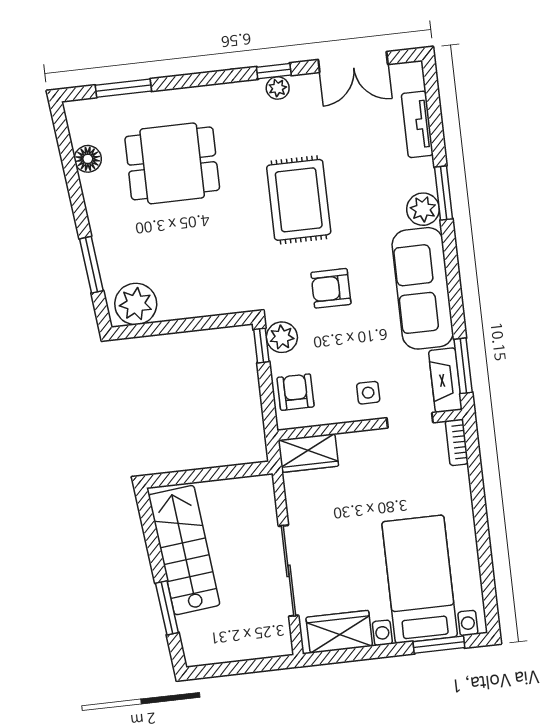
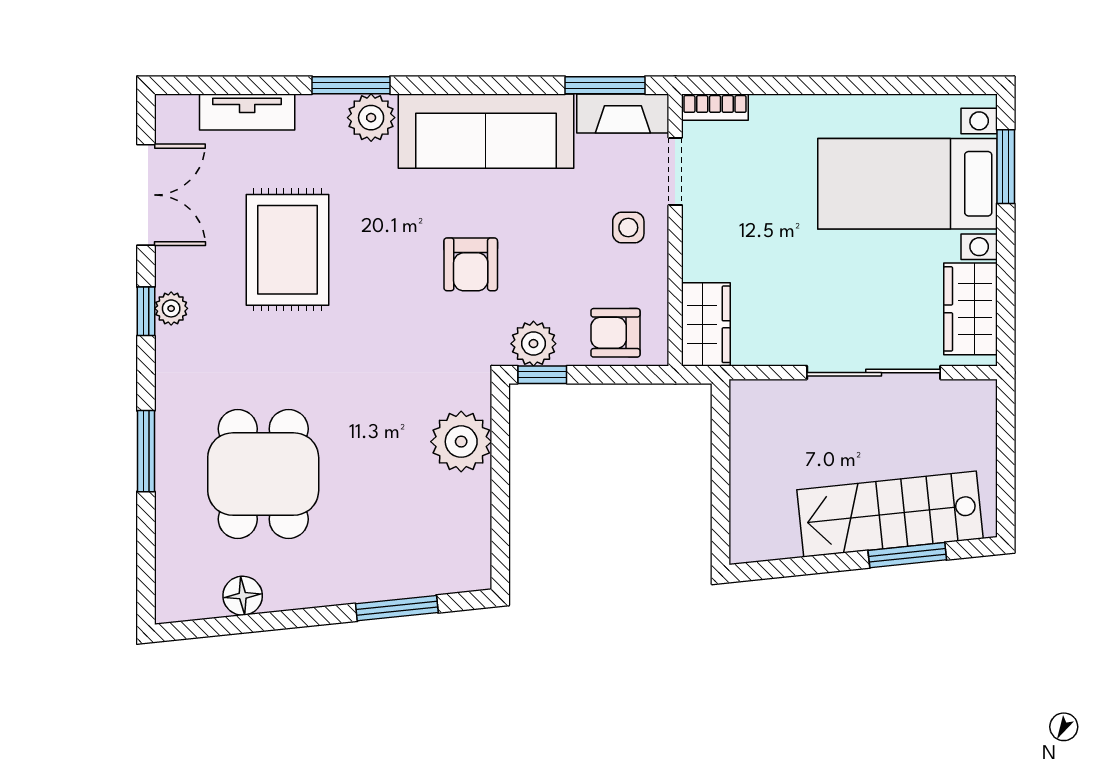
window: (123, 88) -> (146, 451), moved
rug: (299, 200) -> (288, 250), moved, turned 90
plant: (136, 304) -> (461, 442), moved
stairs: (184, 550) -> (890, 514), moved

